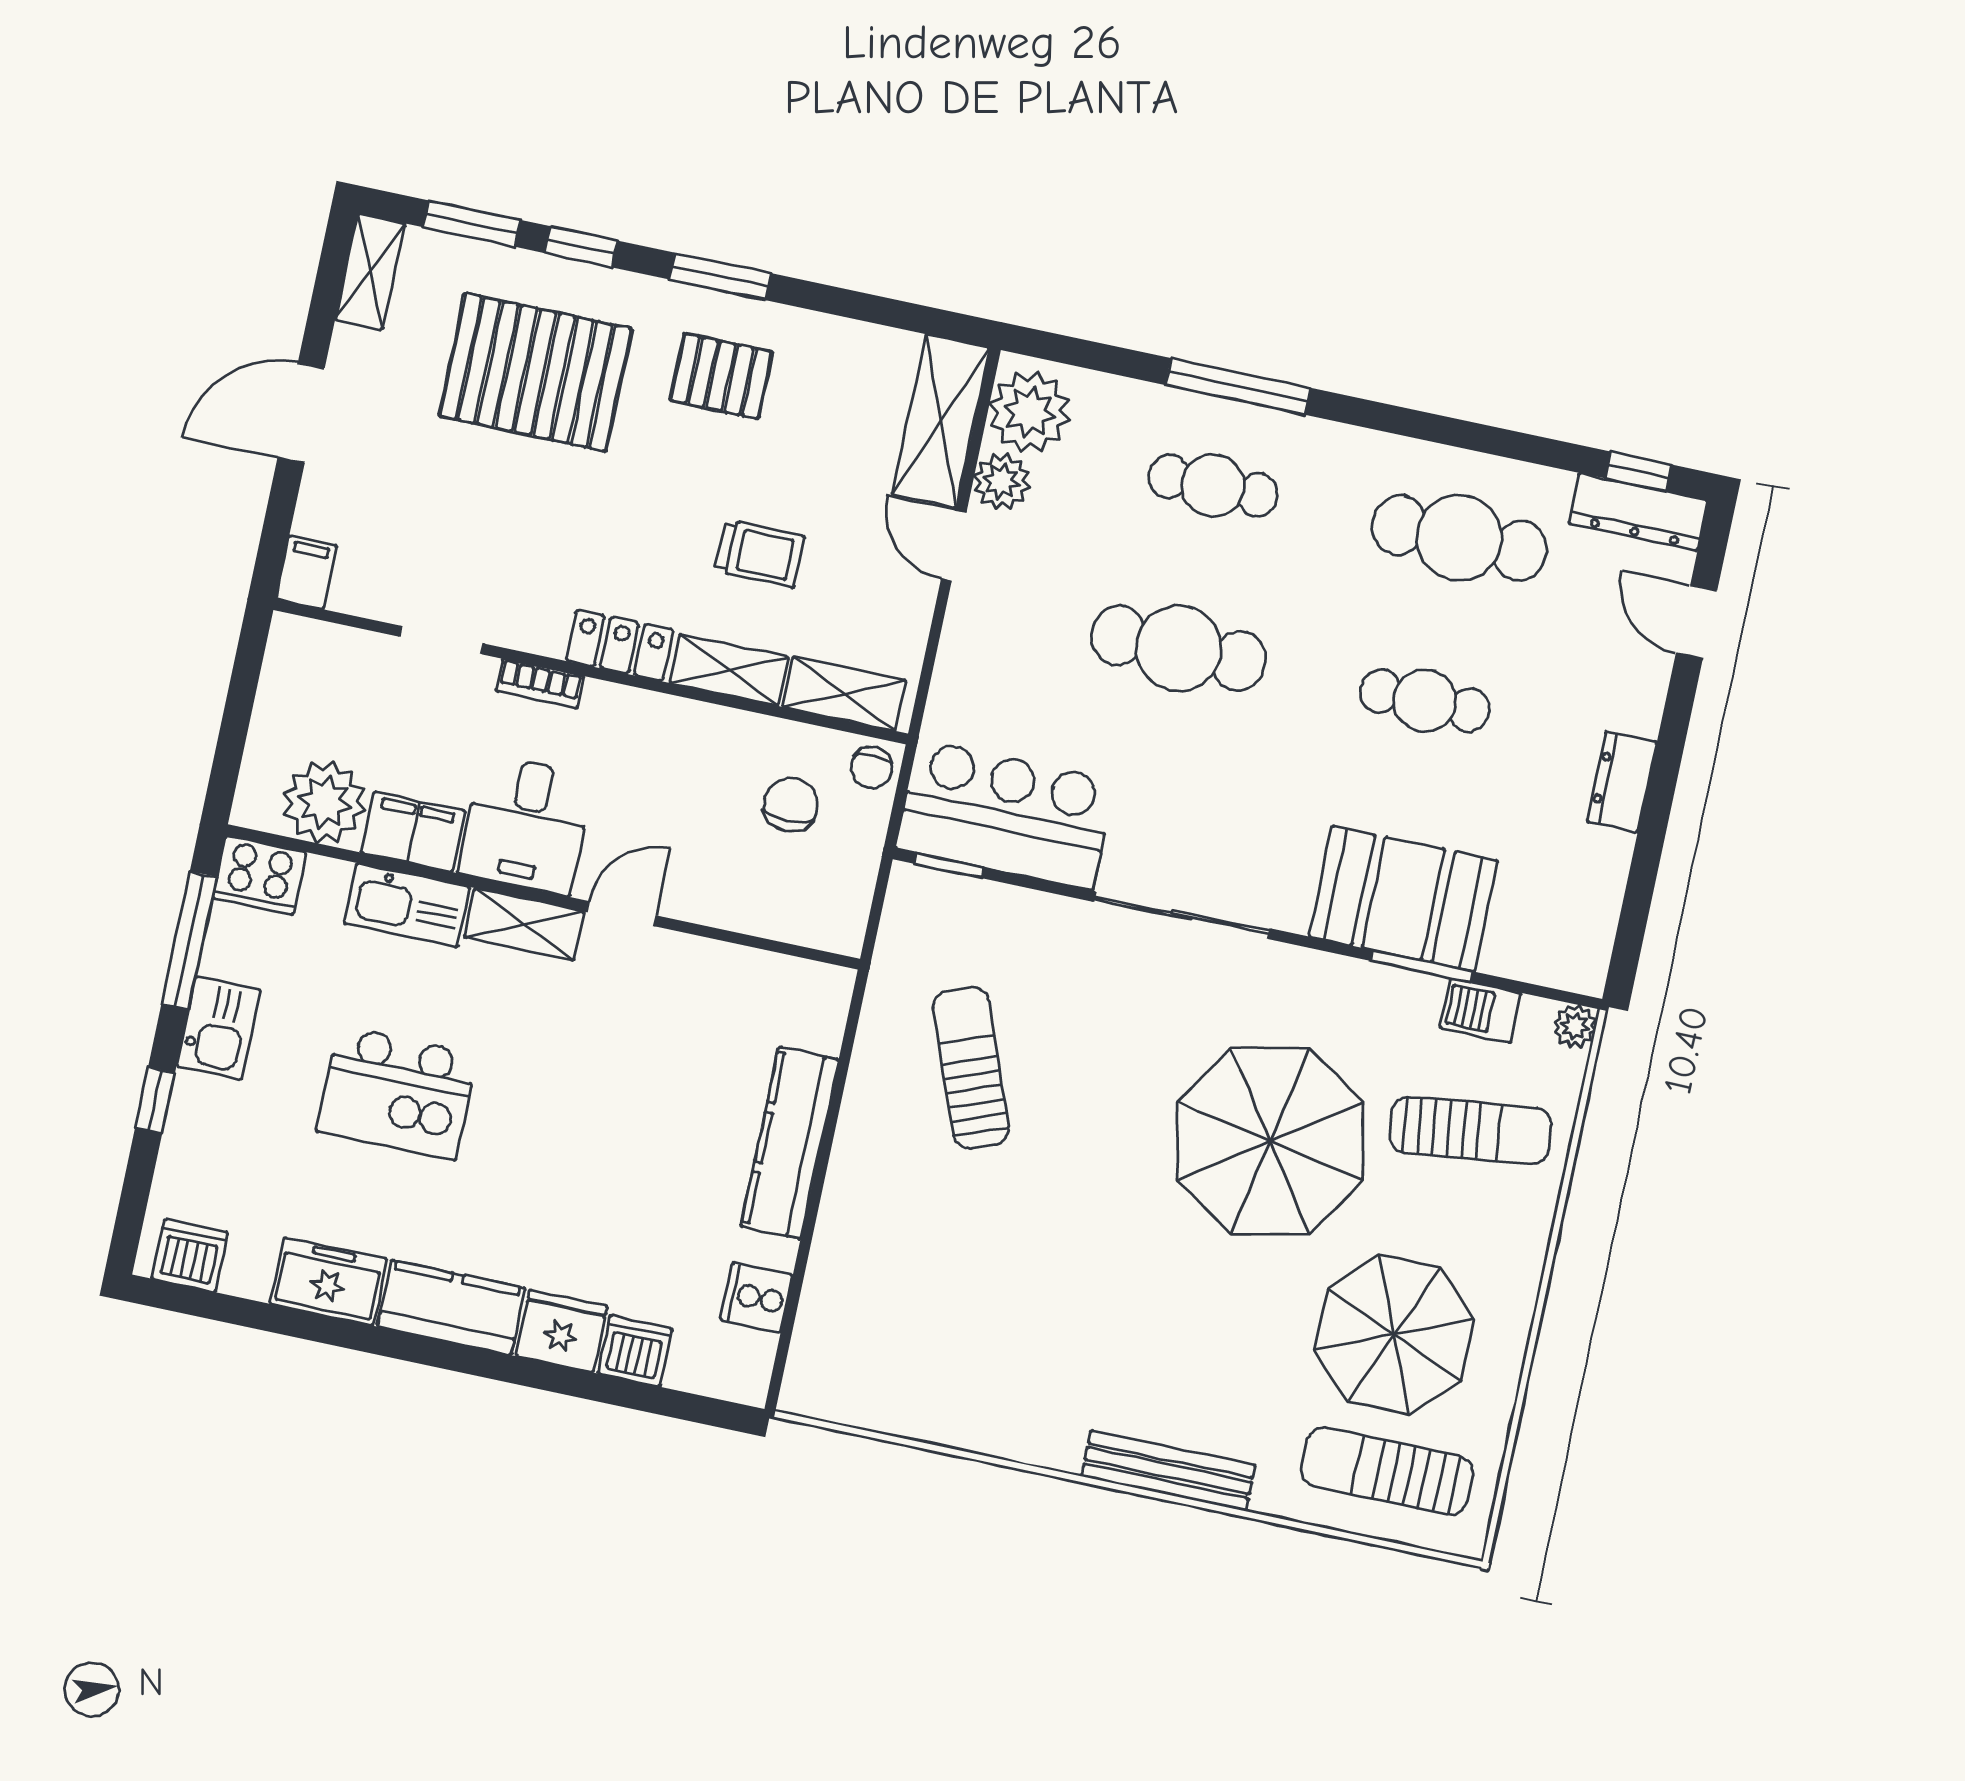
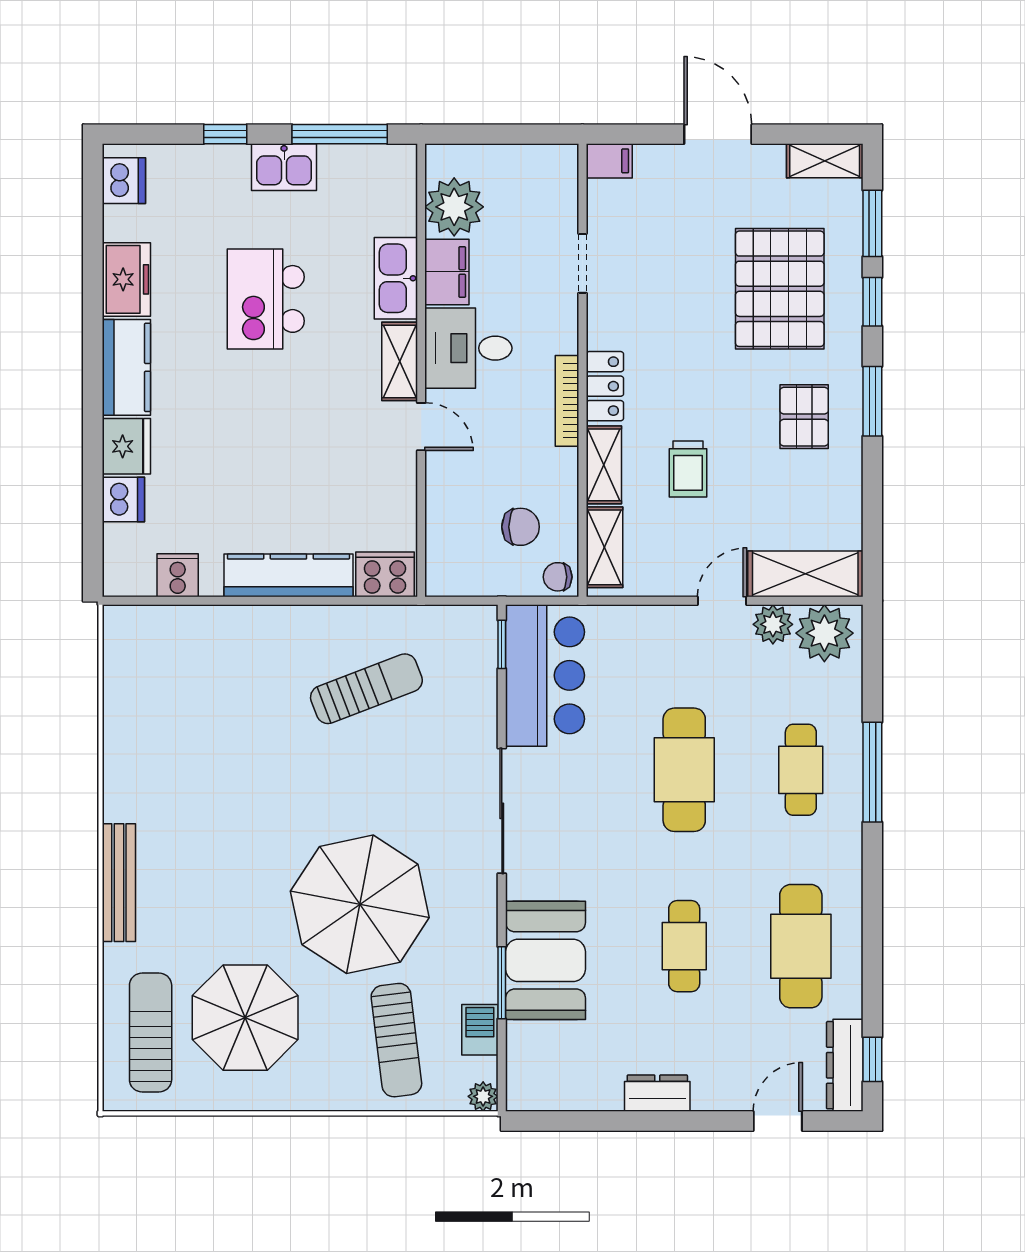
bookcase: (540, 684) -> (567, 401), moved, width x1.56
cooker: (259, 875) -> (385, 574), moved, turned 90

